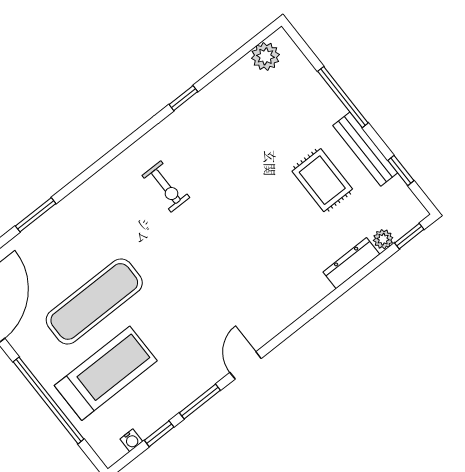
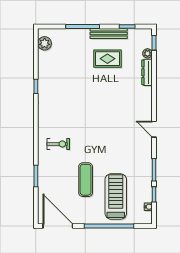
exercise bike: (166, 186) -> (58, 144), moved
exercise mat: (94, 301) -> (86, 180), width x0.73, depth x0.69
door: (246, 365) -> (154, 129), moved

